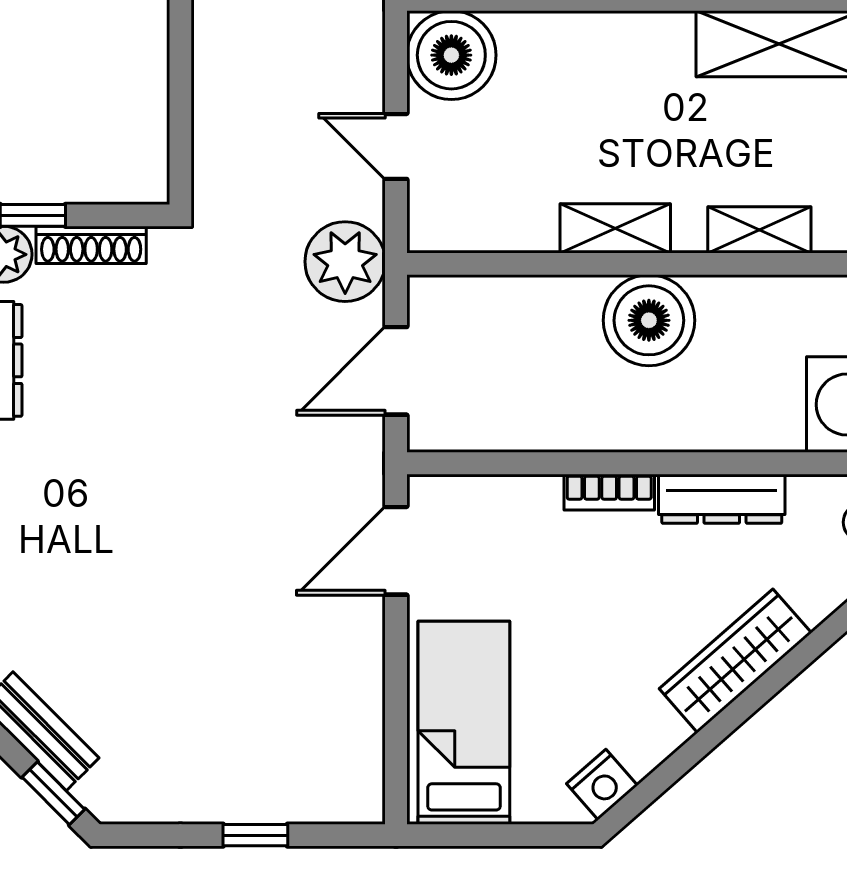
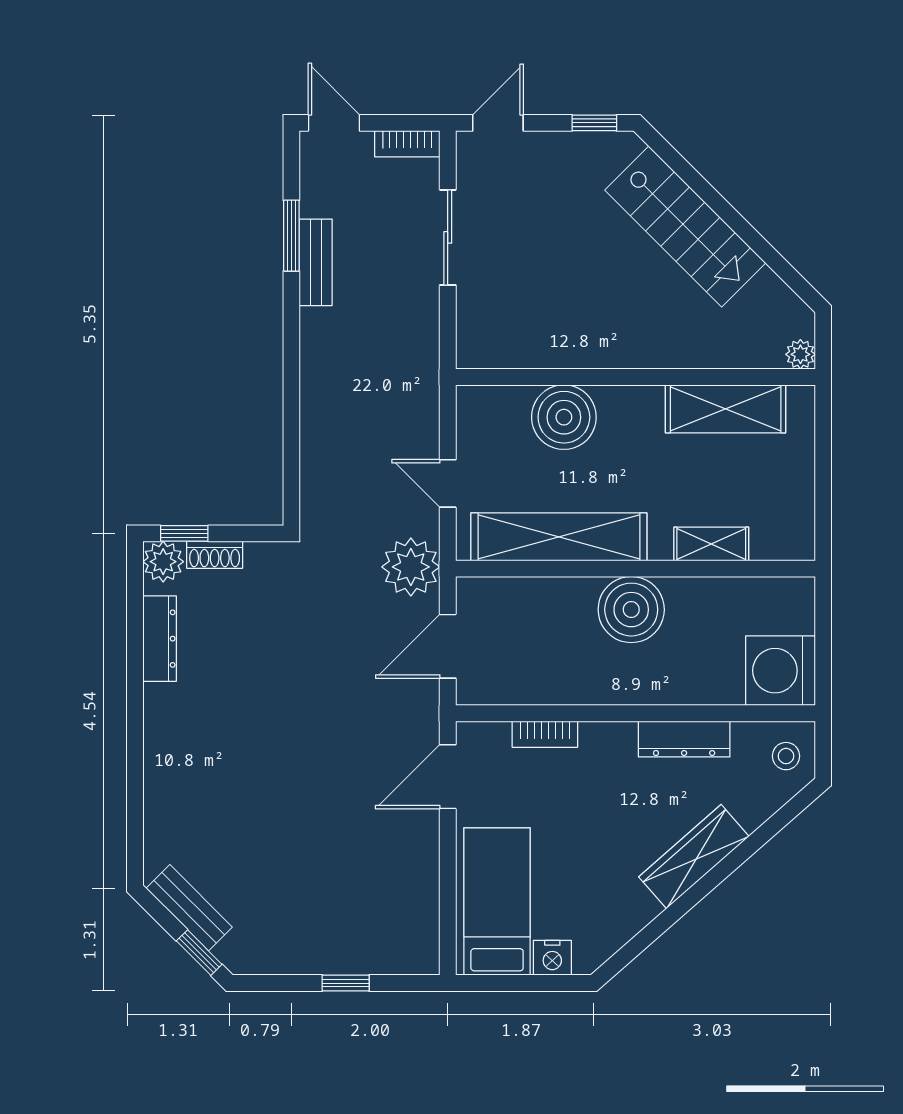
boiler: (451, 55) -> (564, 417), moved
shelving: (615, 228) -> (559, 537), width x2.20, depth x1.33
shoe rack: (91, 245) -> (215, 555), width x0.70
bookcase: (609, 492) -> (545, 734), moved
nightstand: (602, 785) -> (552, 958), moved, turned 41

